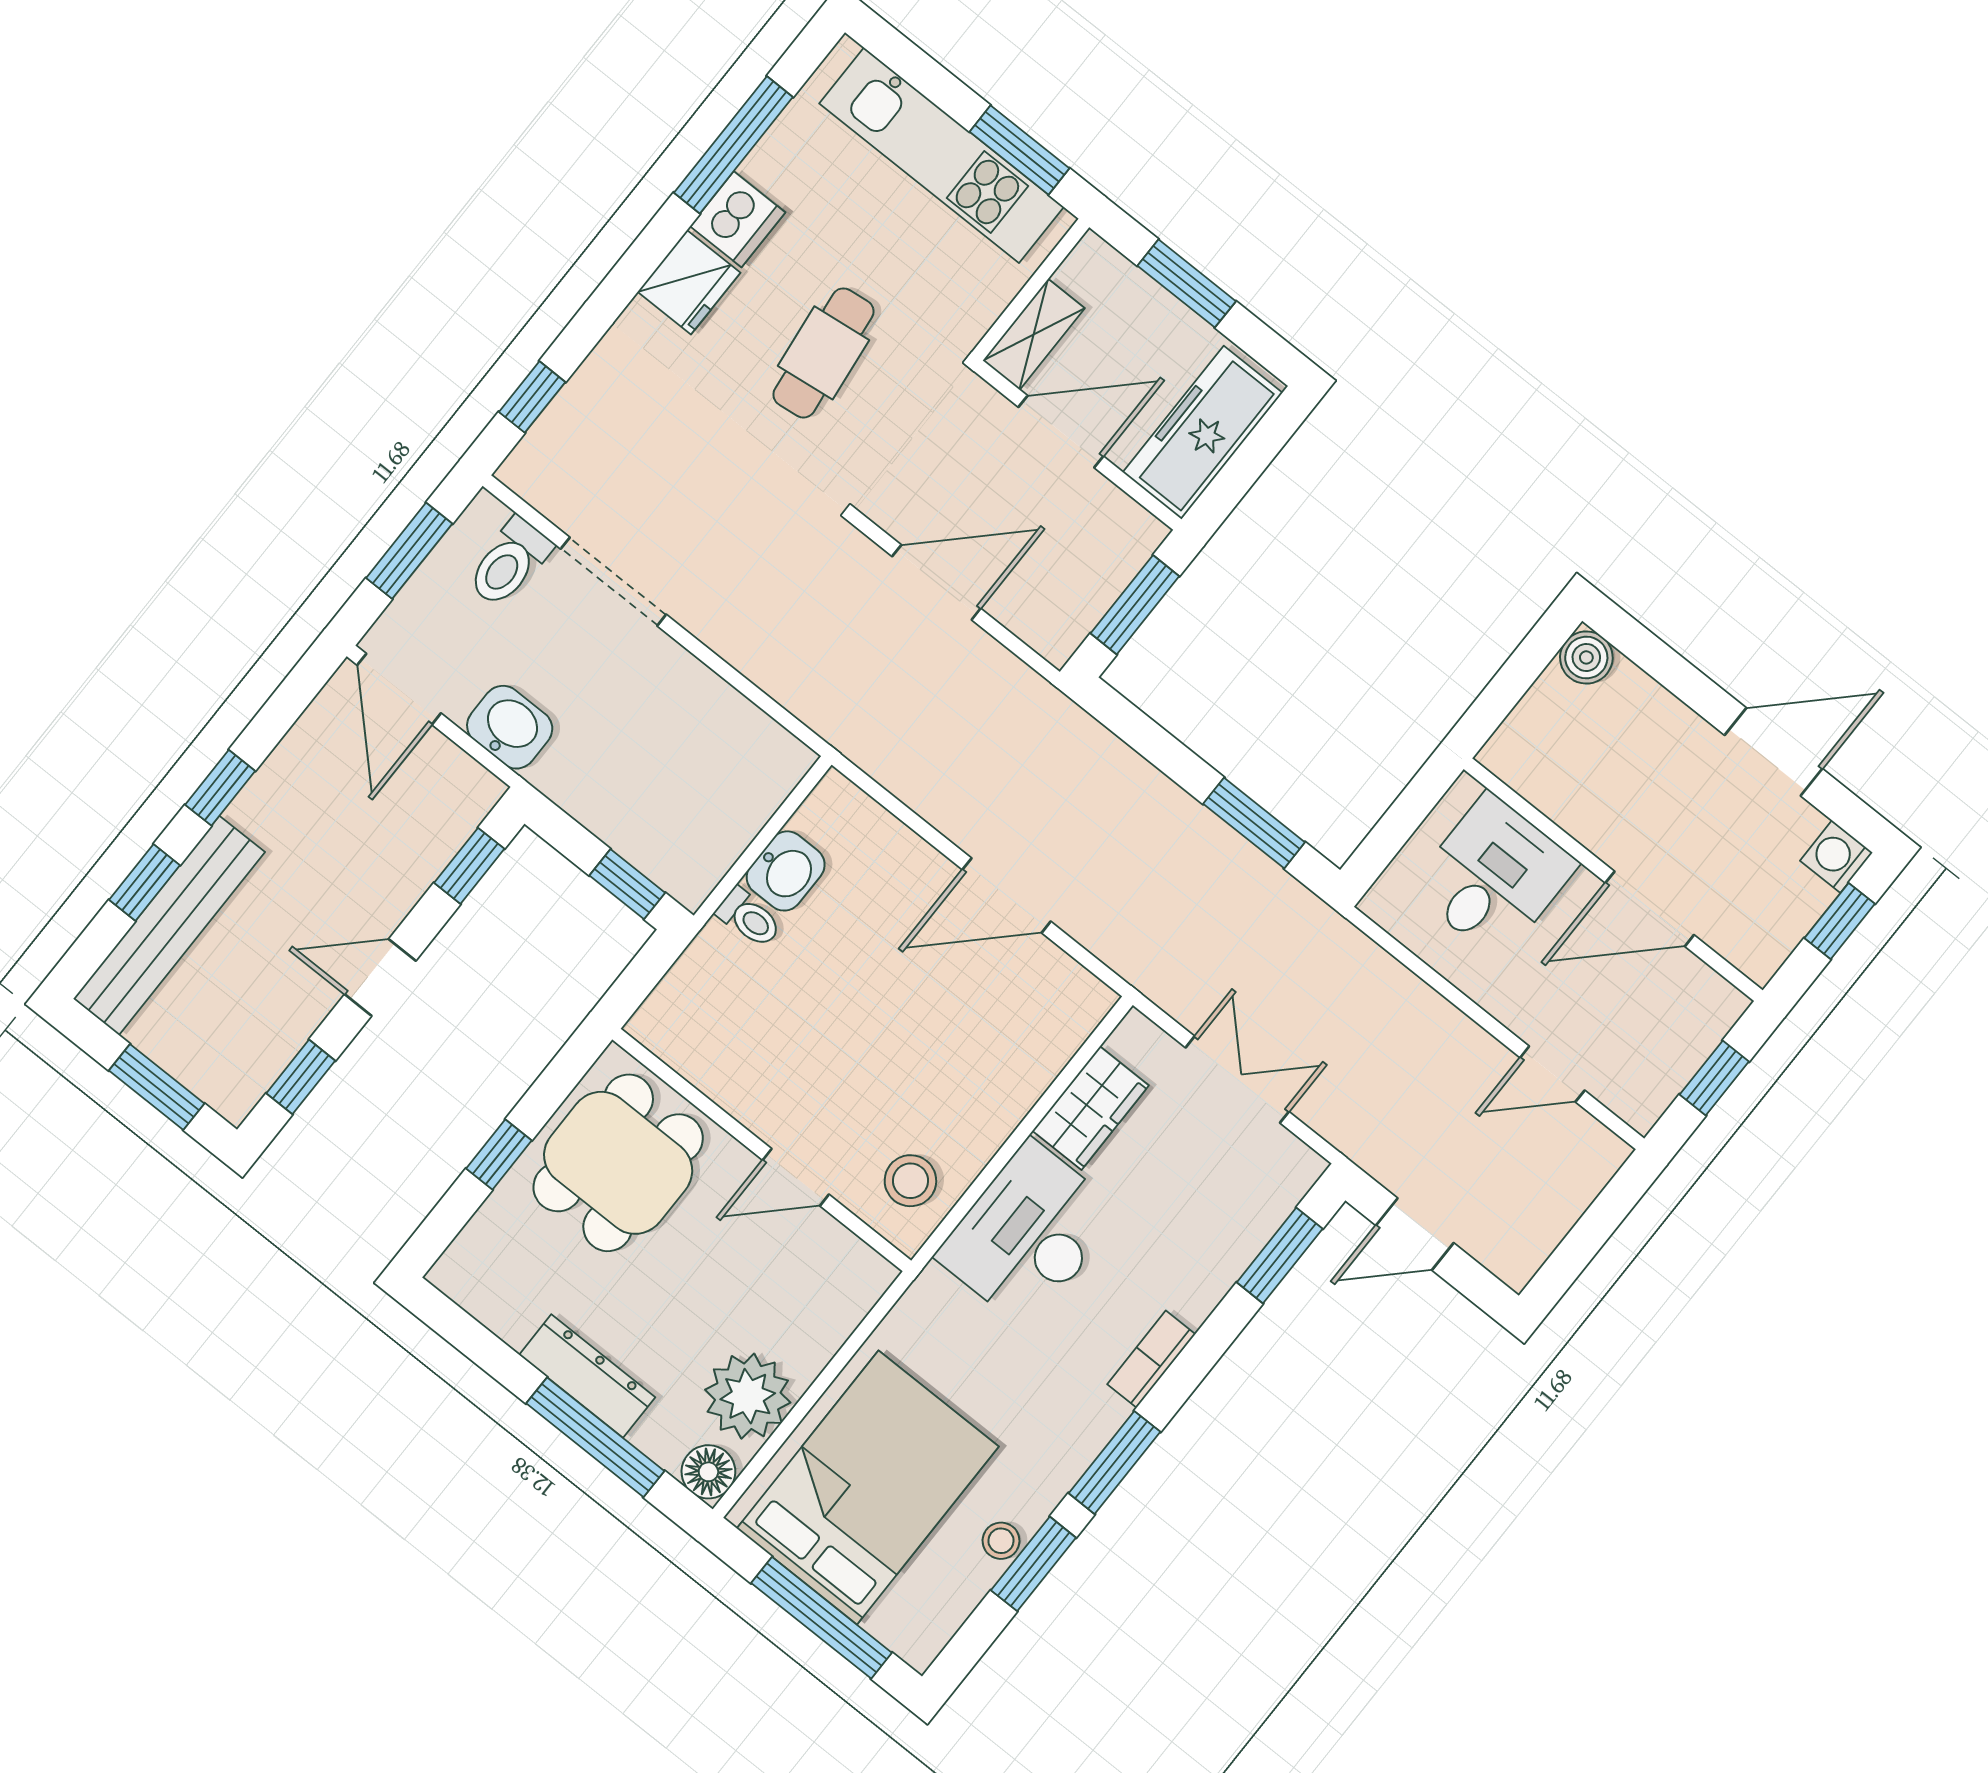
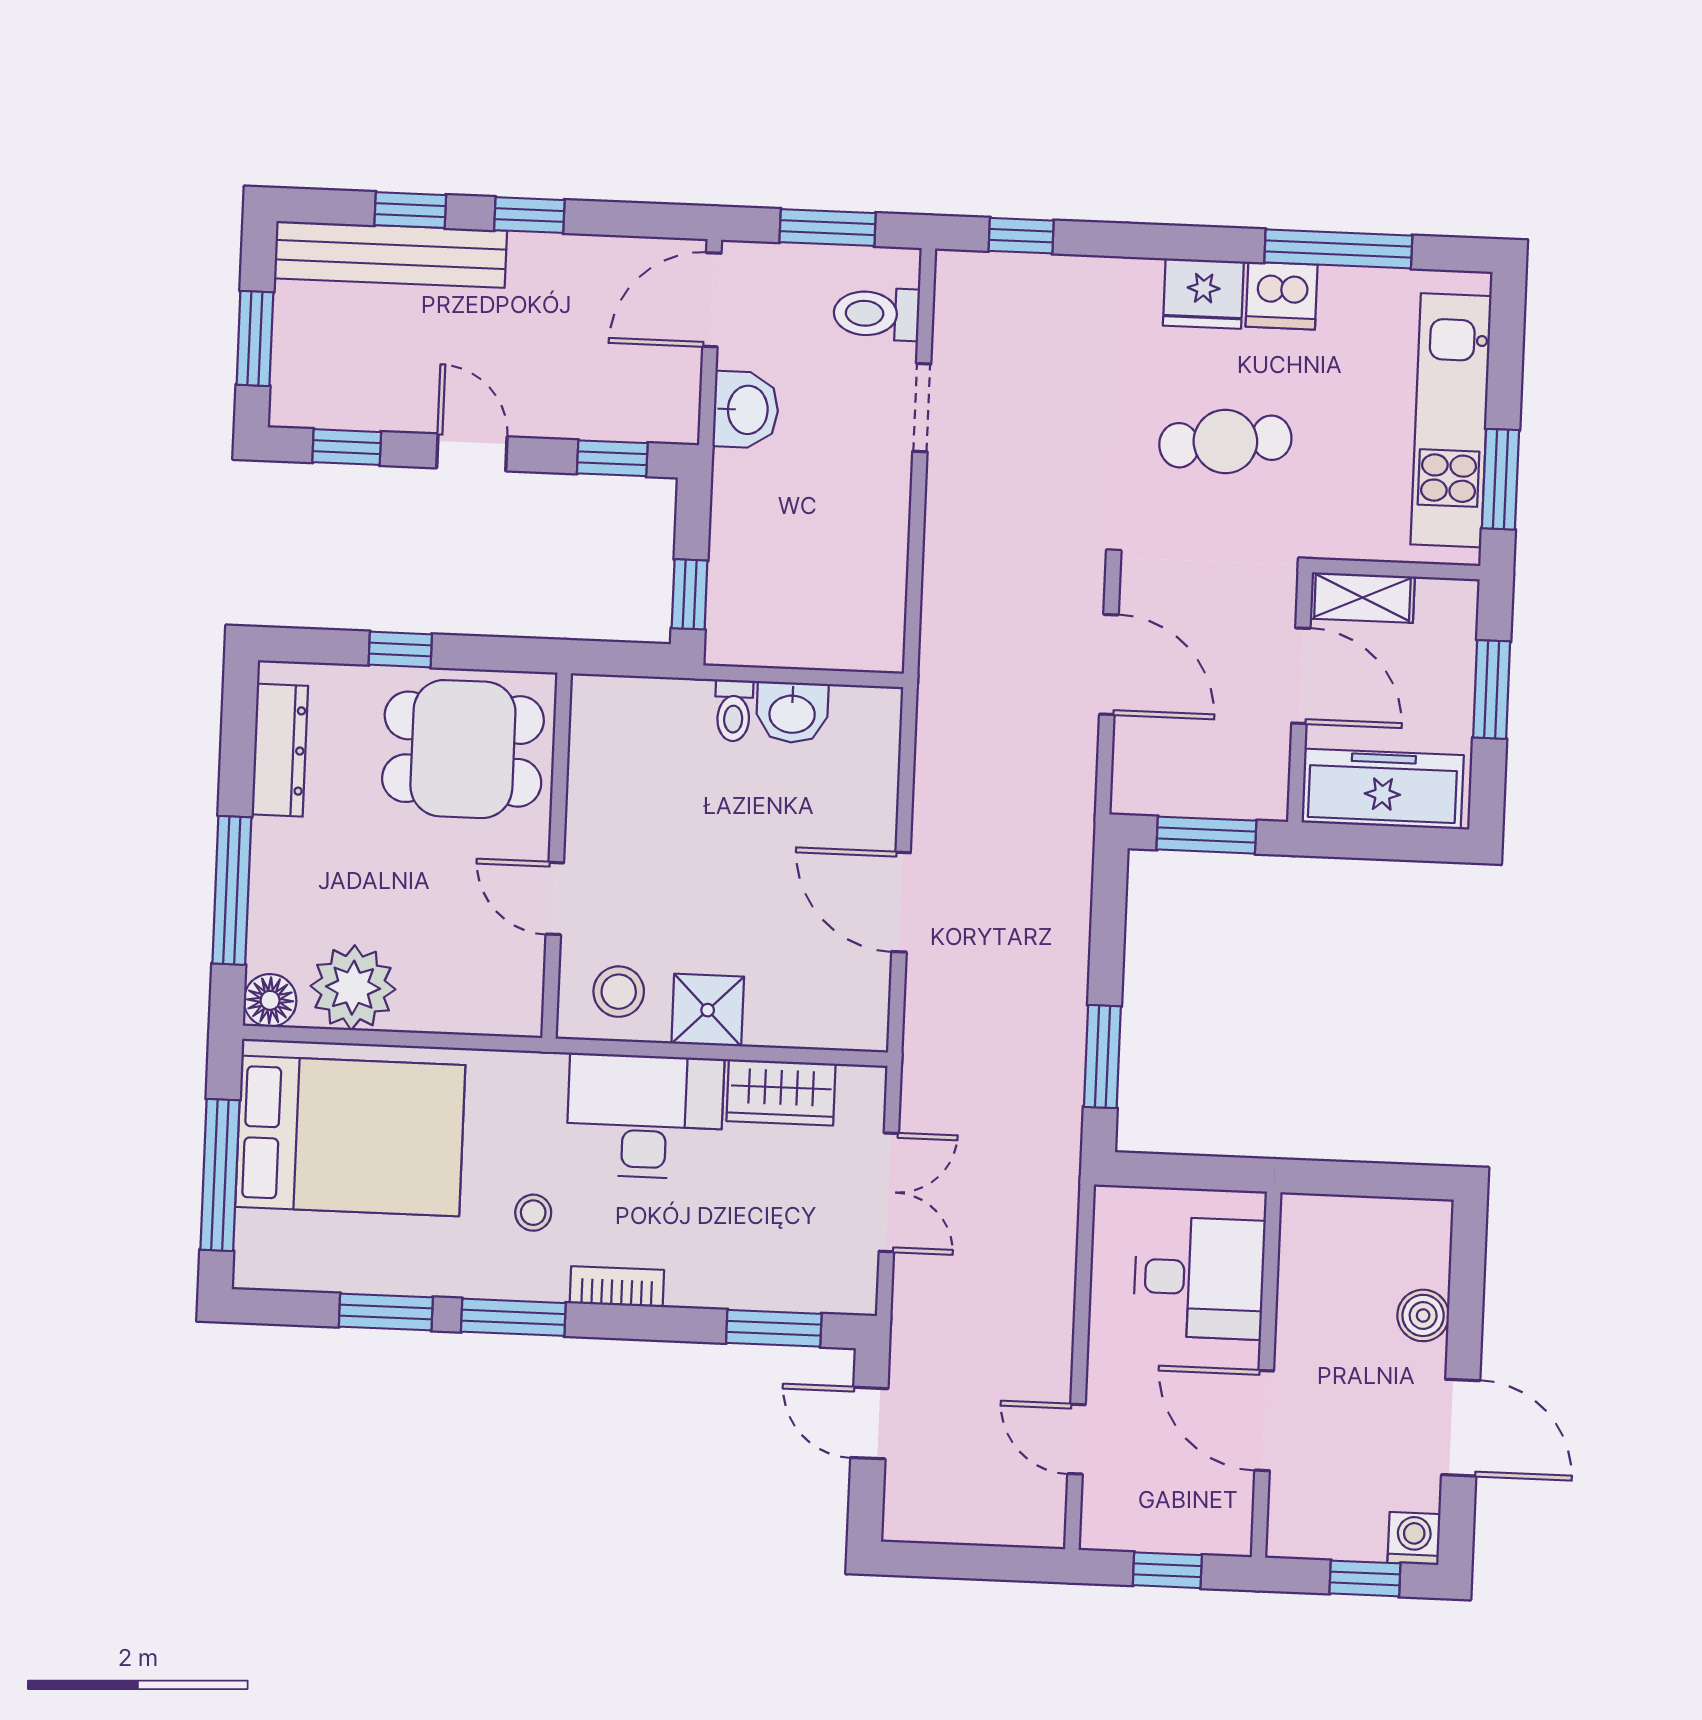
doorway: (613, 582) -> (922, 408), width x0.73
boiler: (1586, 657) -> (1423, 1315), moved
shower: (979, 1119) -> (708, 1010), added
dresser: (587, 1376) -> (280, 750), moved
stool: (1001, 1541) -> (533, 1213), moved

